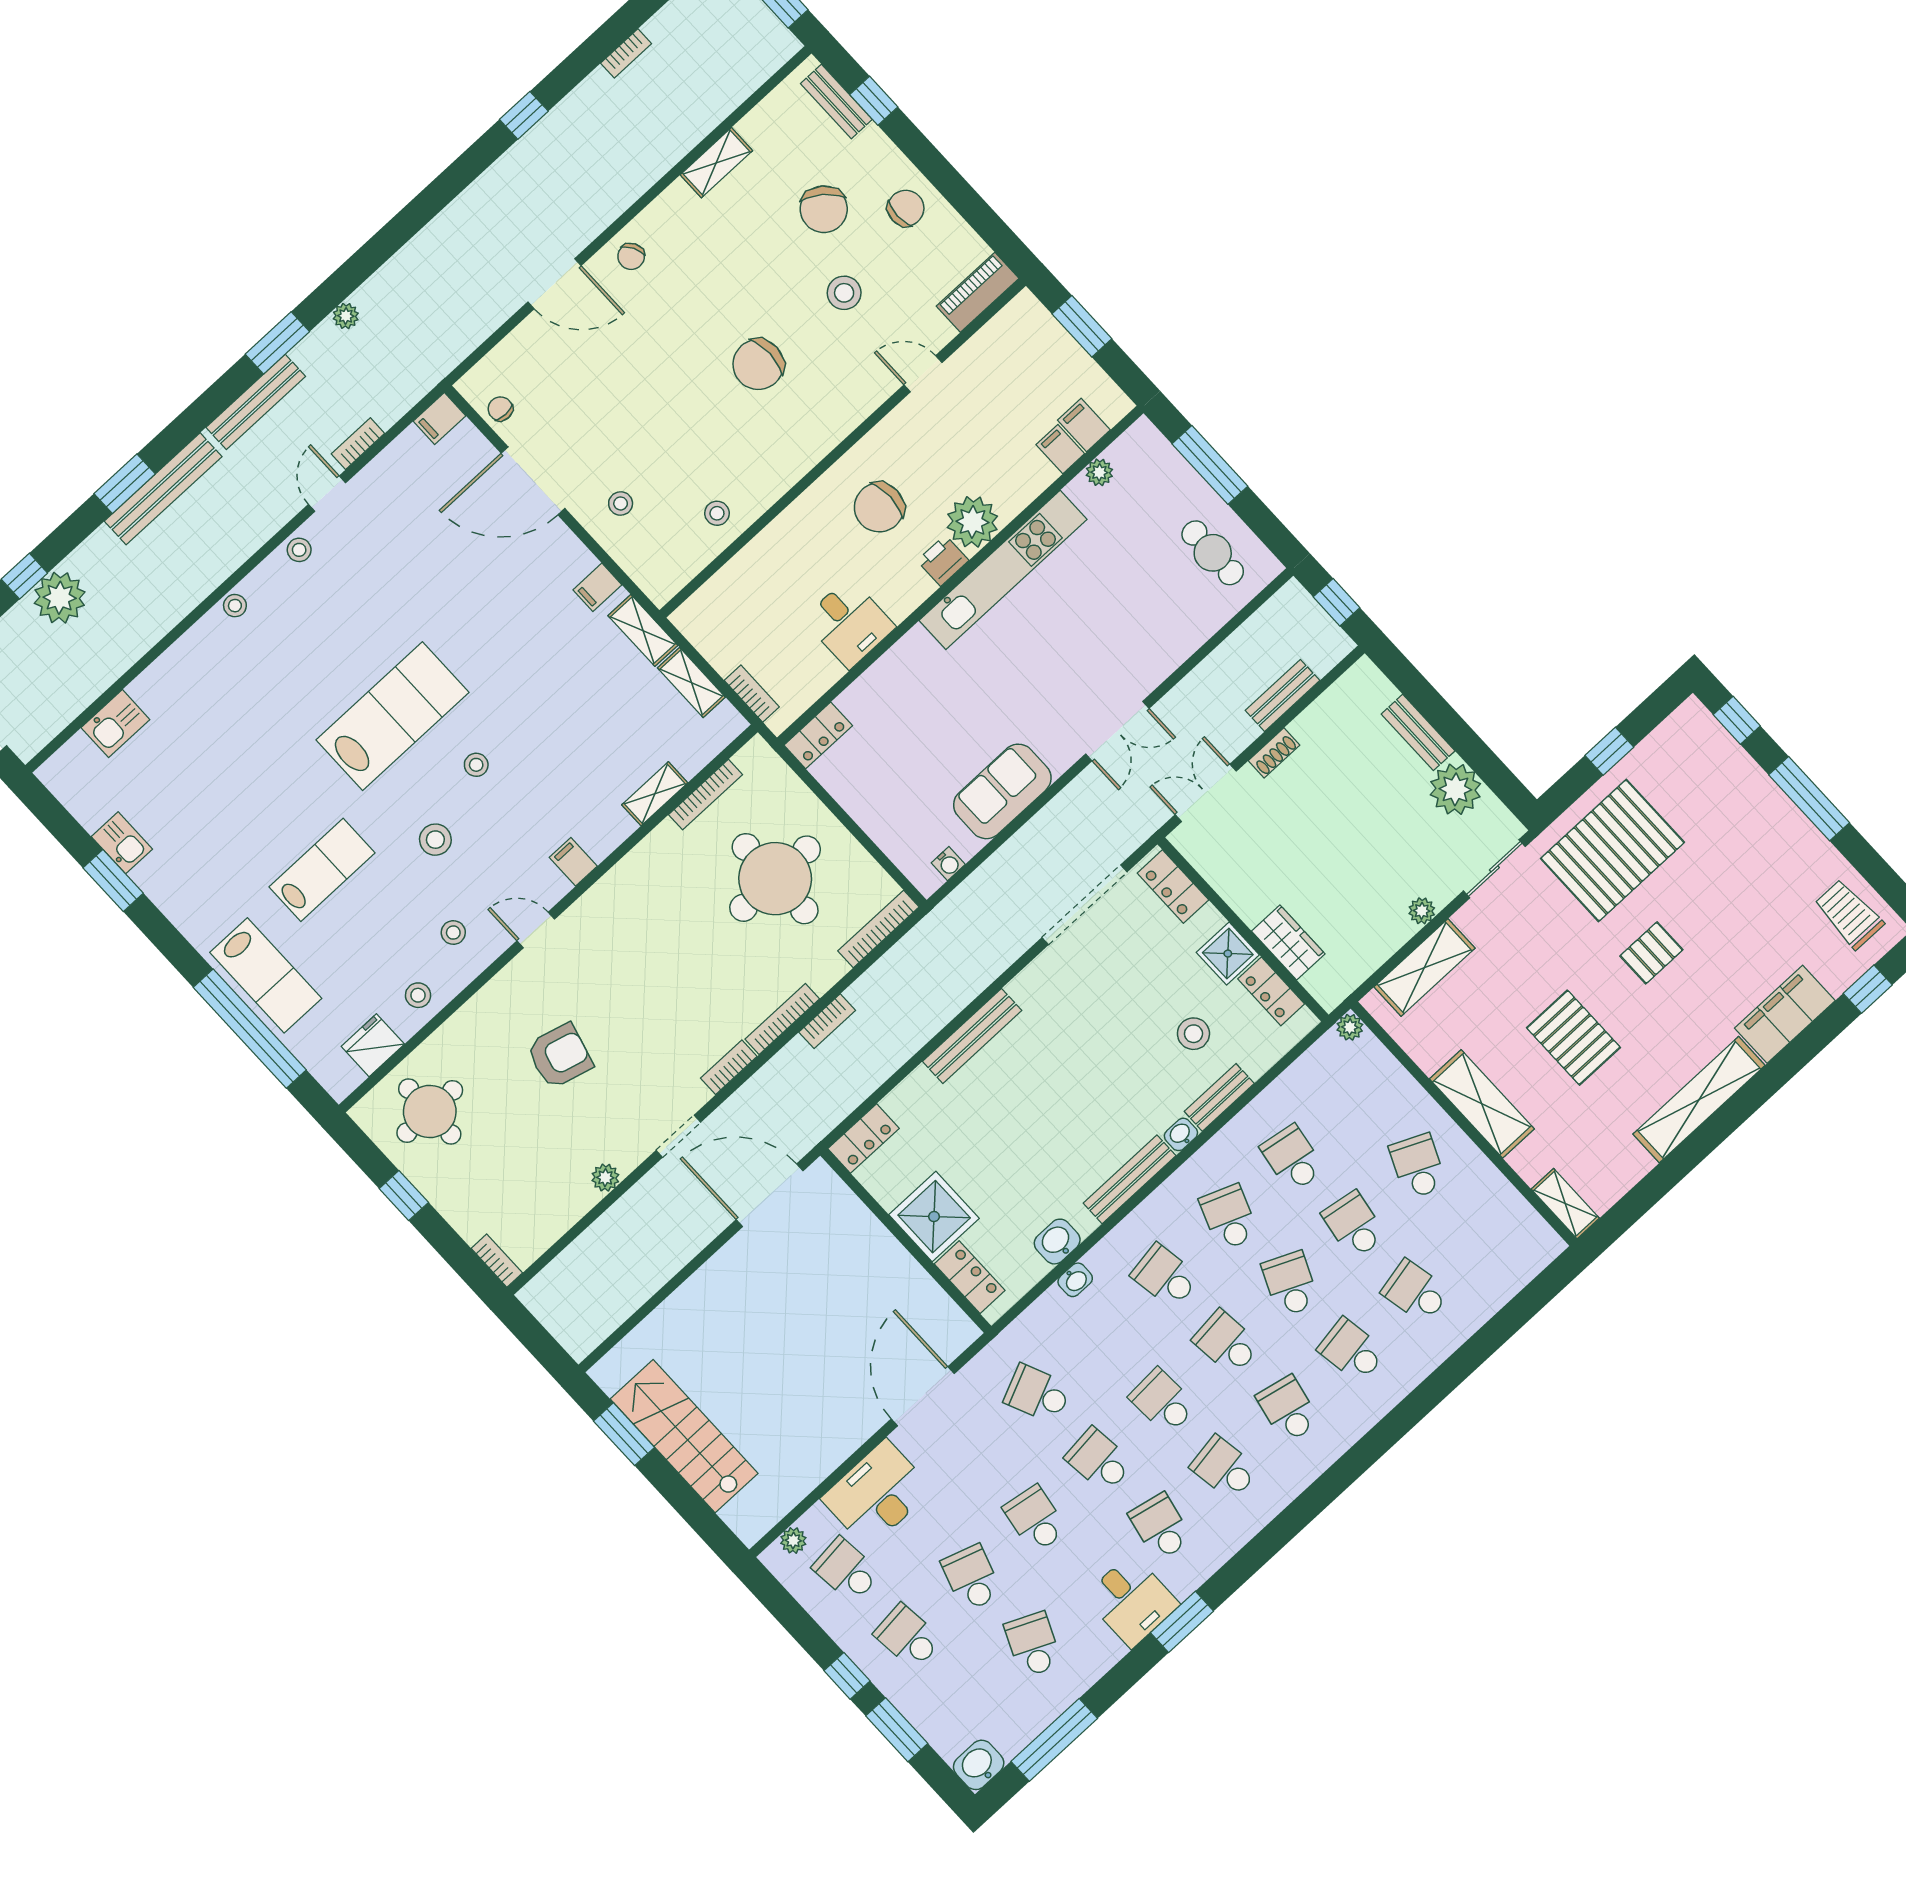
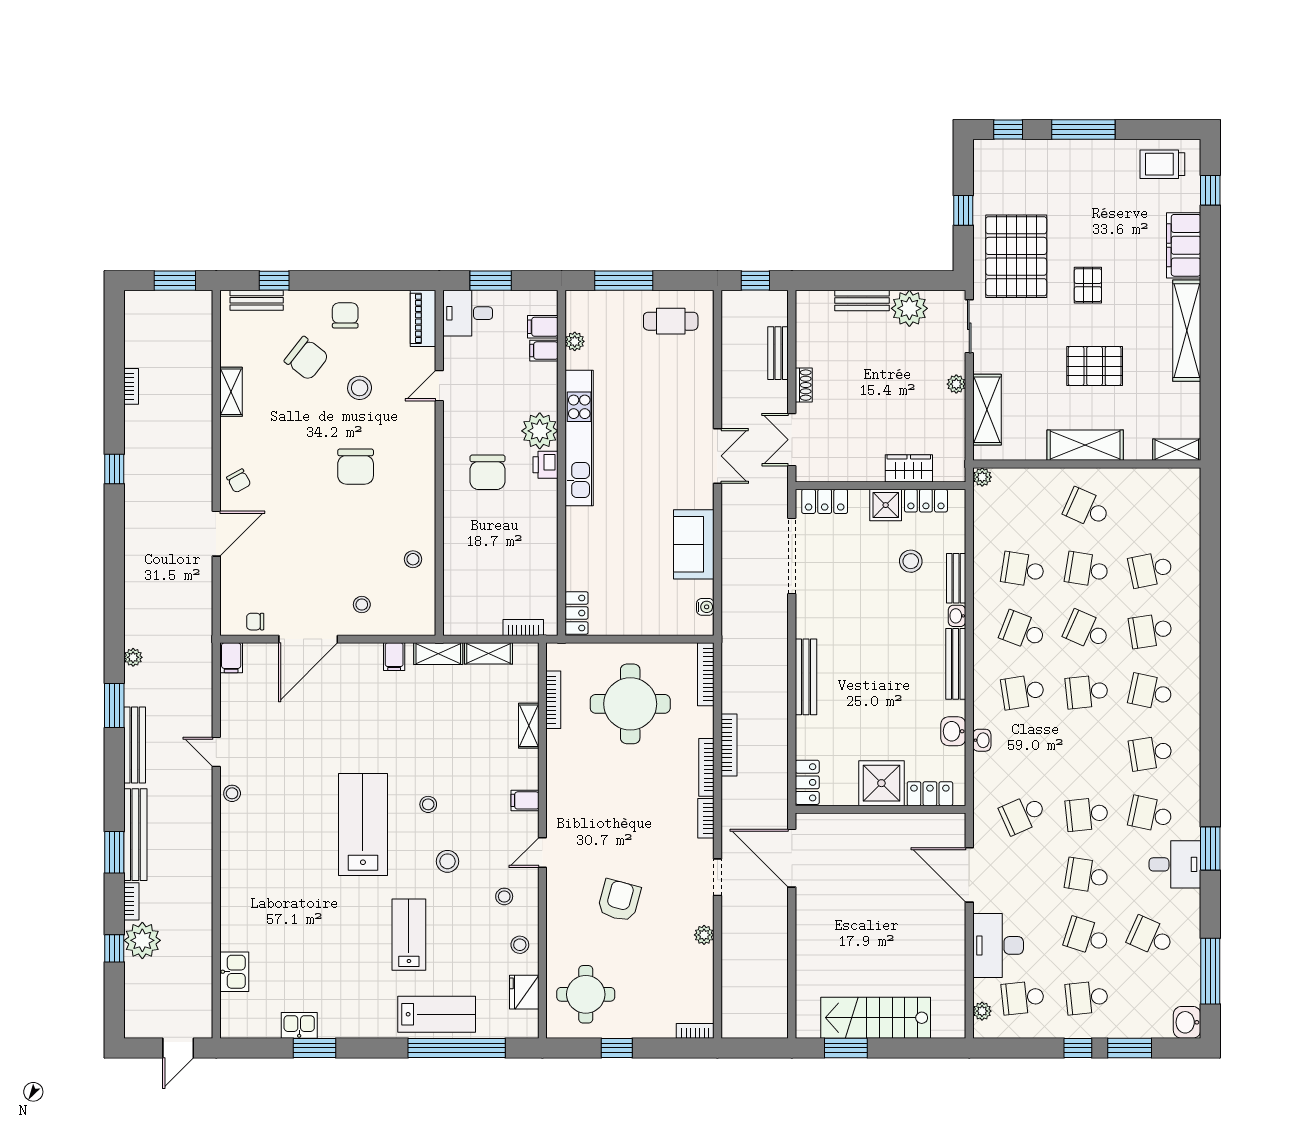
bookcase: (358, 444) -> (131, 901), moved, turned 180
stool: (235, 606) -> (230, 853), removed
desk: (849, 623) -> (468, 313), moved, turned 180
bookcase: (827, 1021) -> (729, 745), width x1.56
door: (770, 1195) -> (792, 858), hinge flipped
school desk: (1163, 1401) -> (1087, 753), removed

